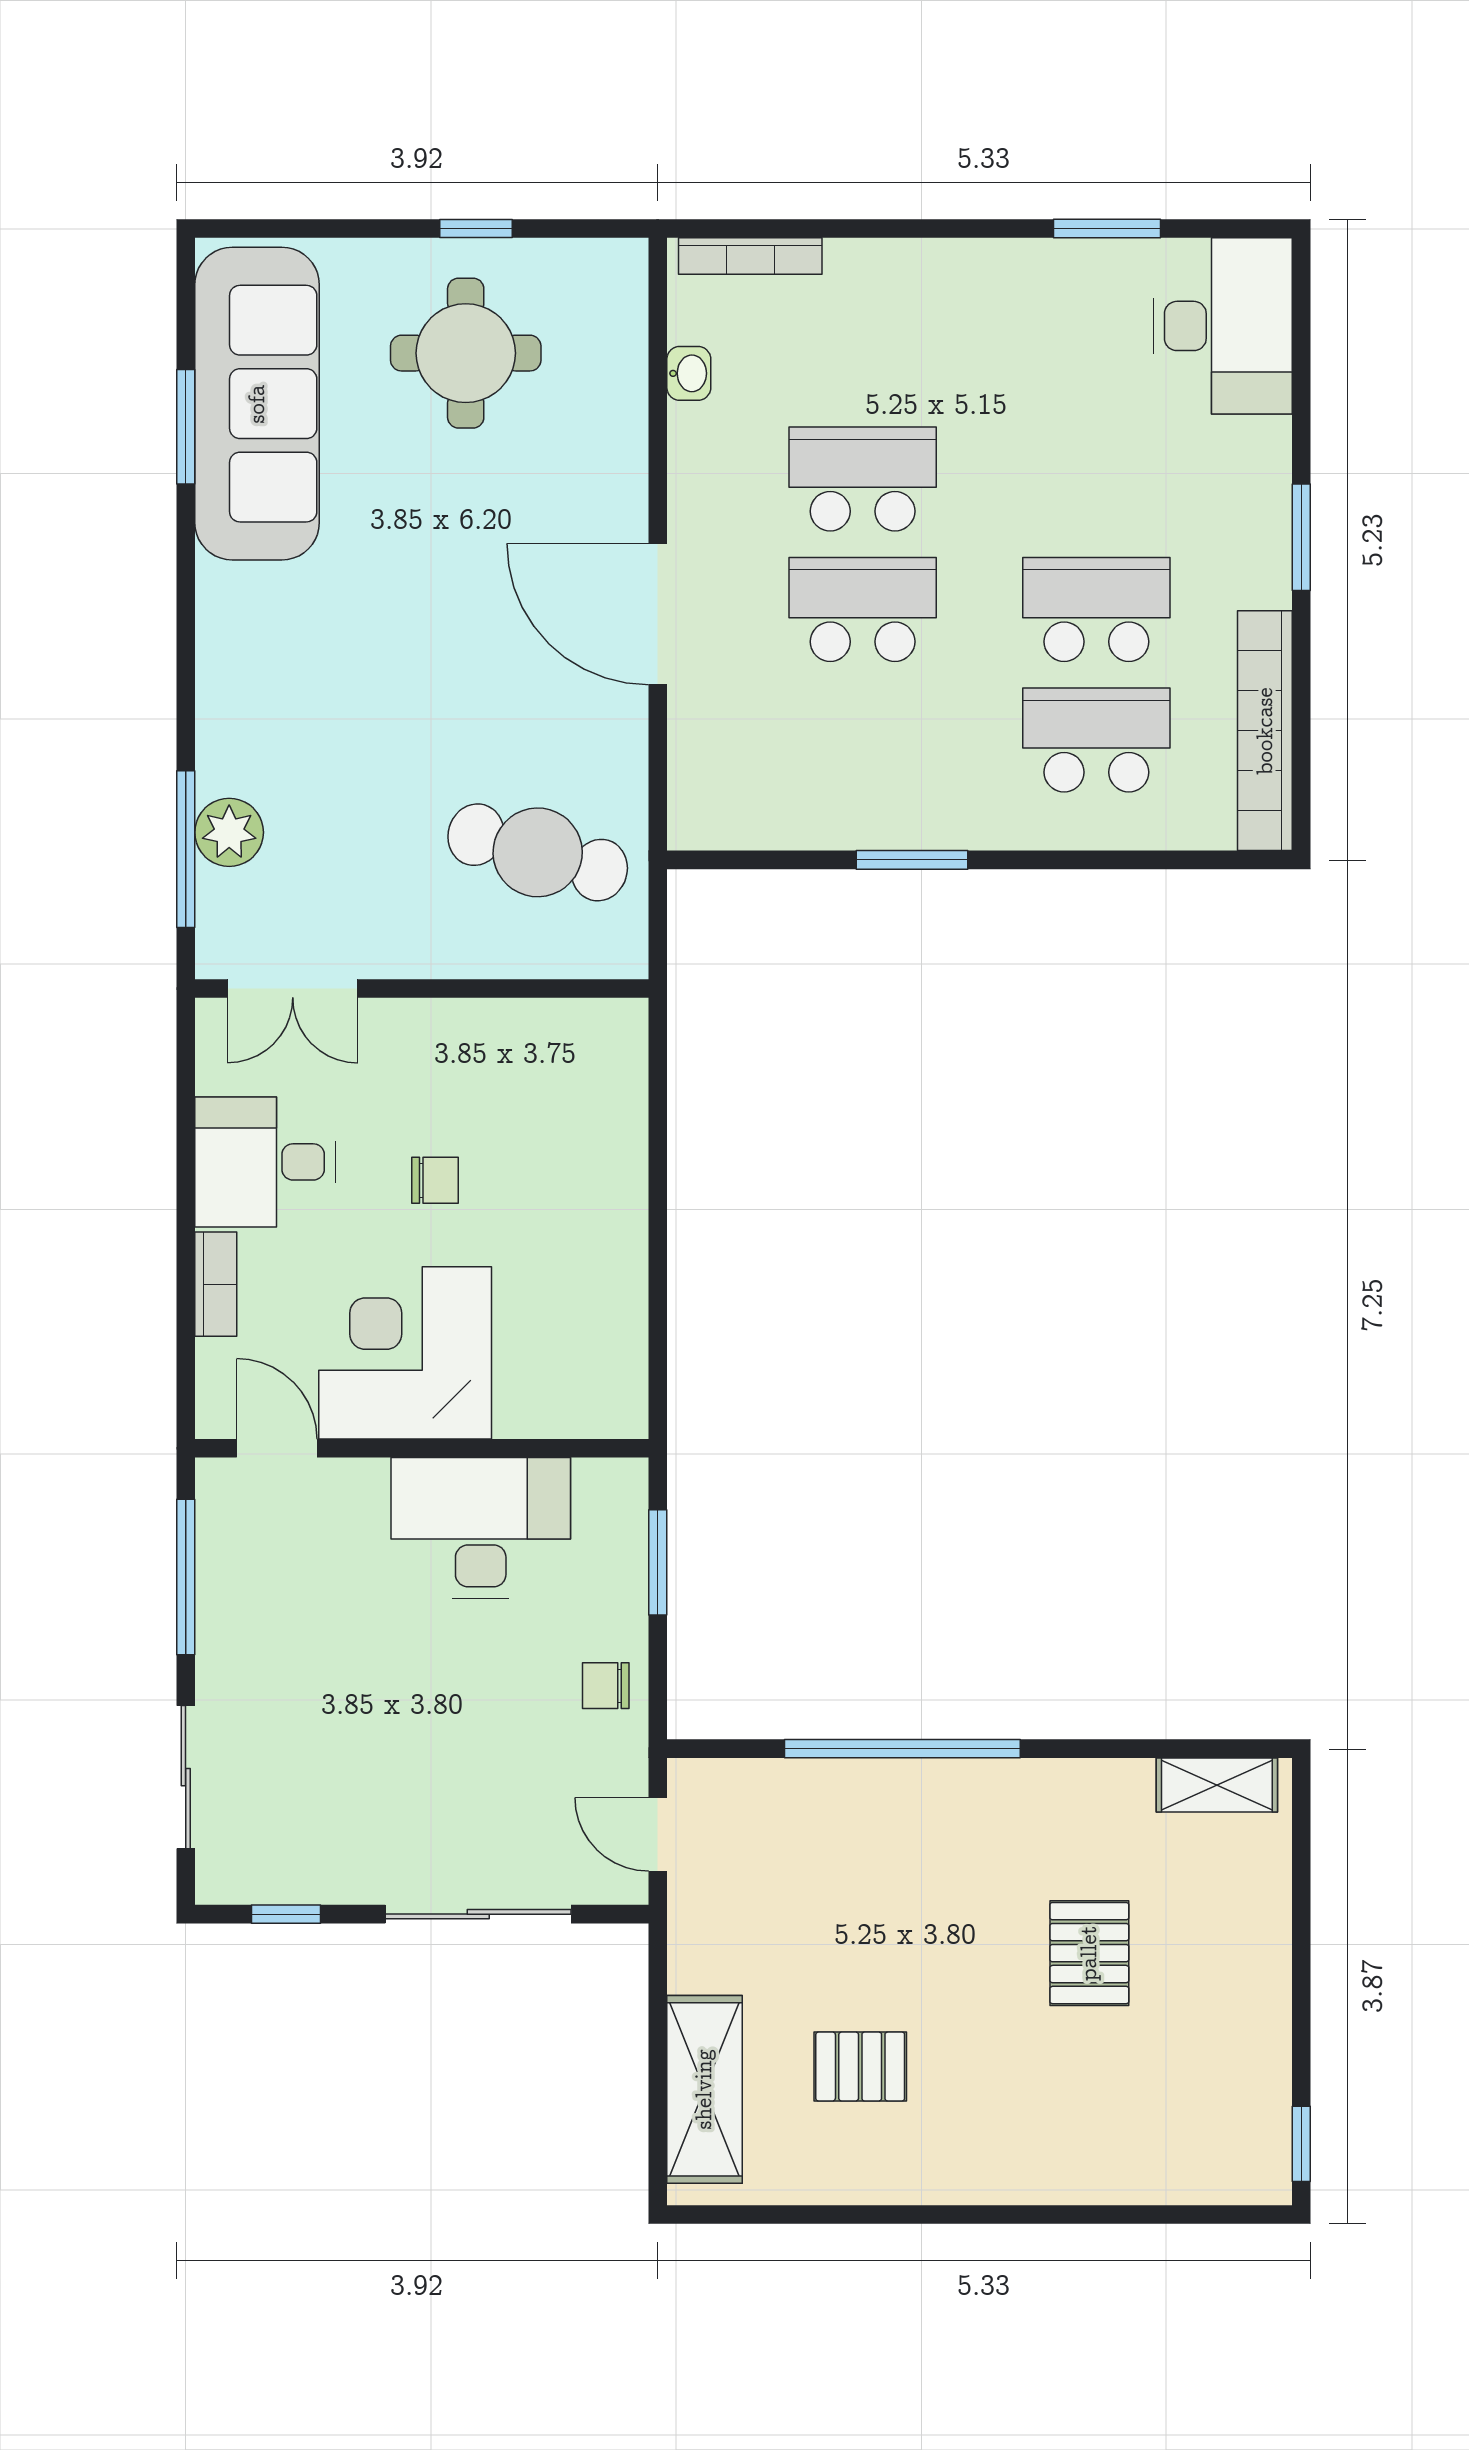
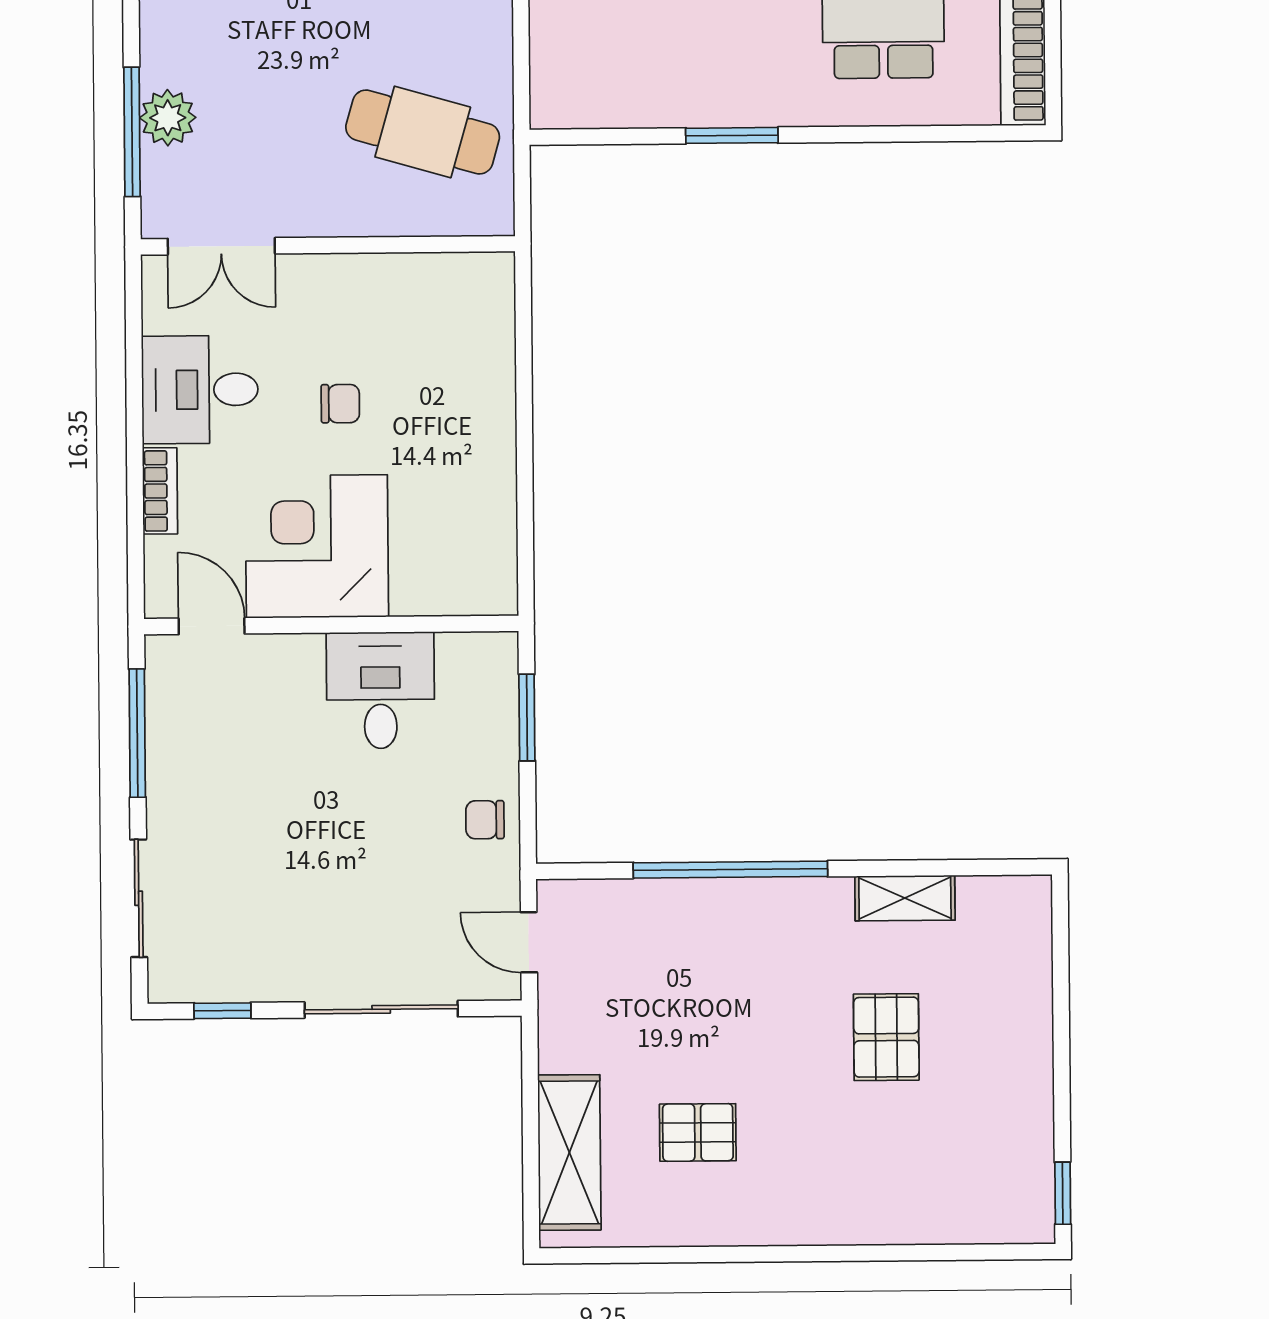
desk: (481, 1528) -> (380, 690), width x0.73
shelving: (1217, 1785) -> (905, 898), moved

